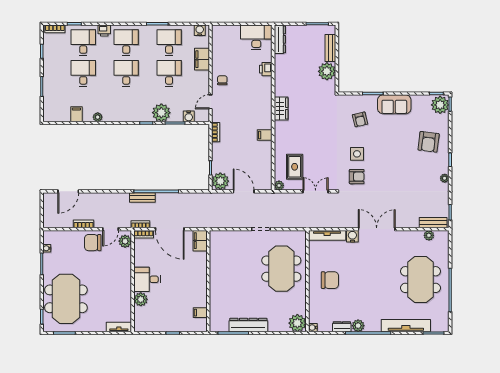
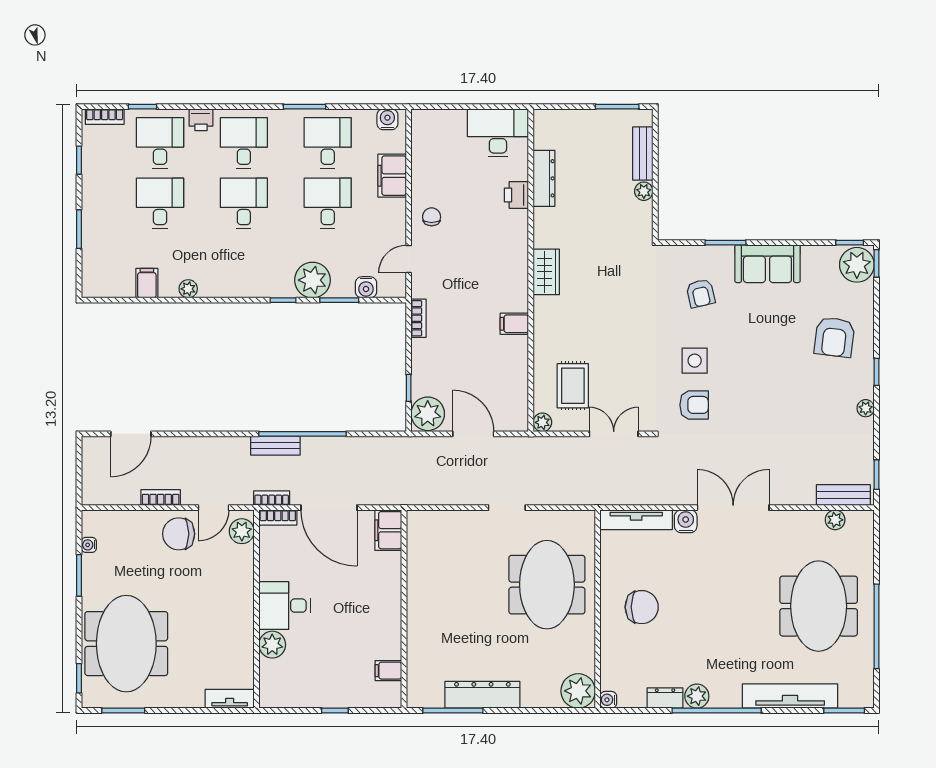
dresser: (280, 39) -> (544, 178), moved
plant: (327, 71) -> (644, 191), width x0.53, depth x0.53

